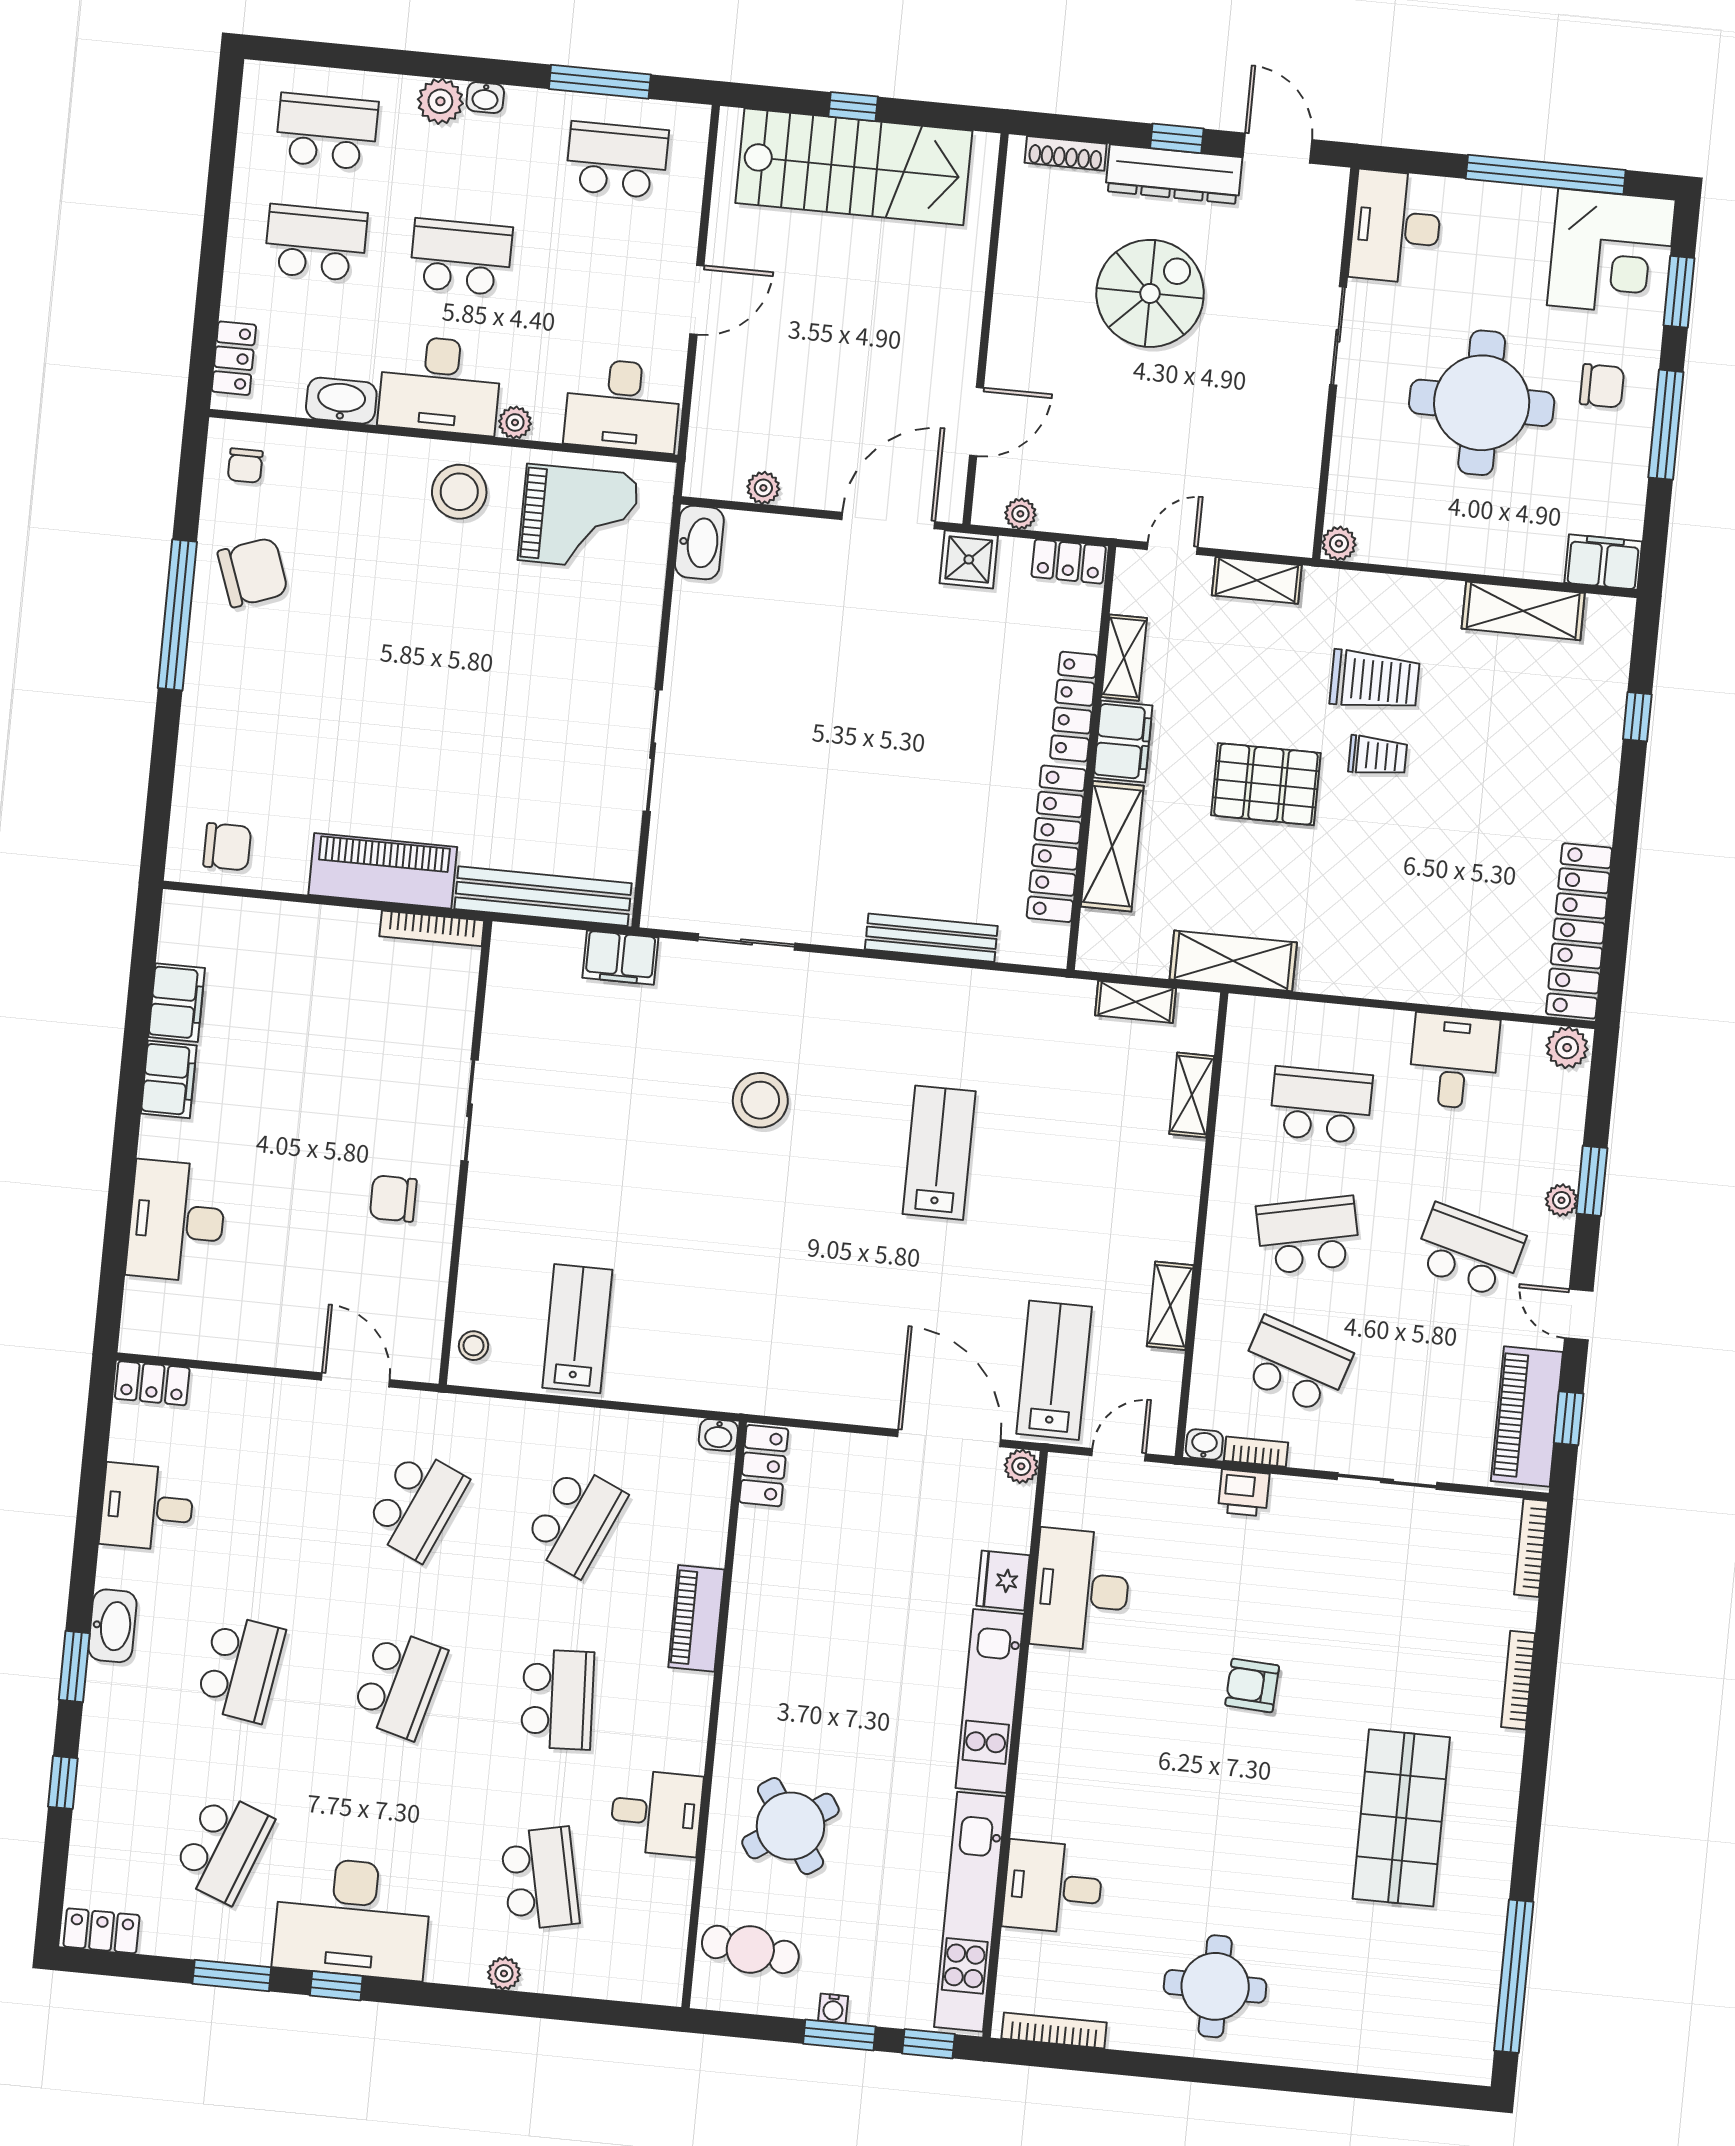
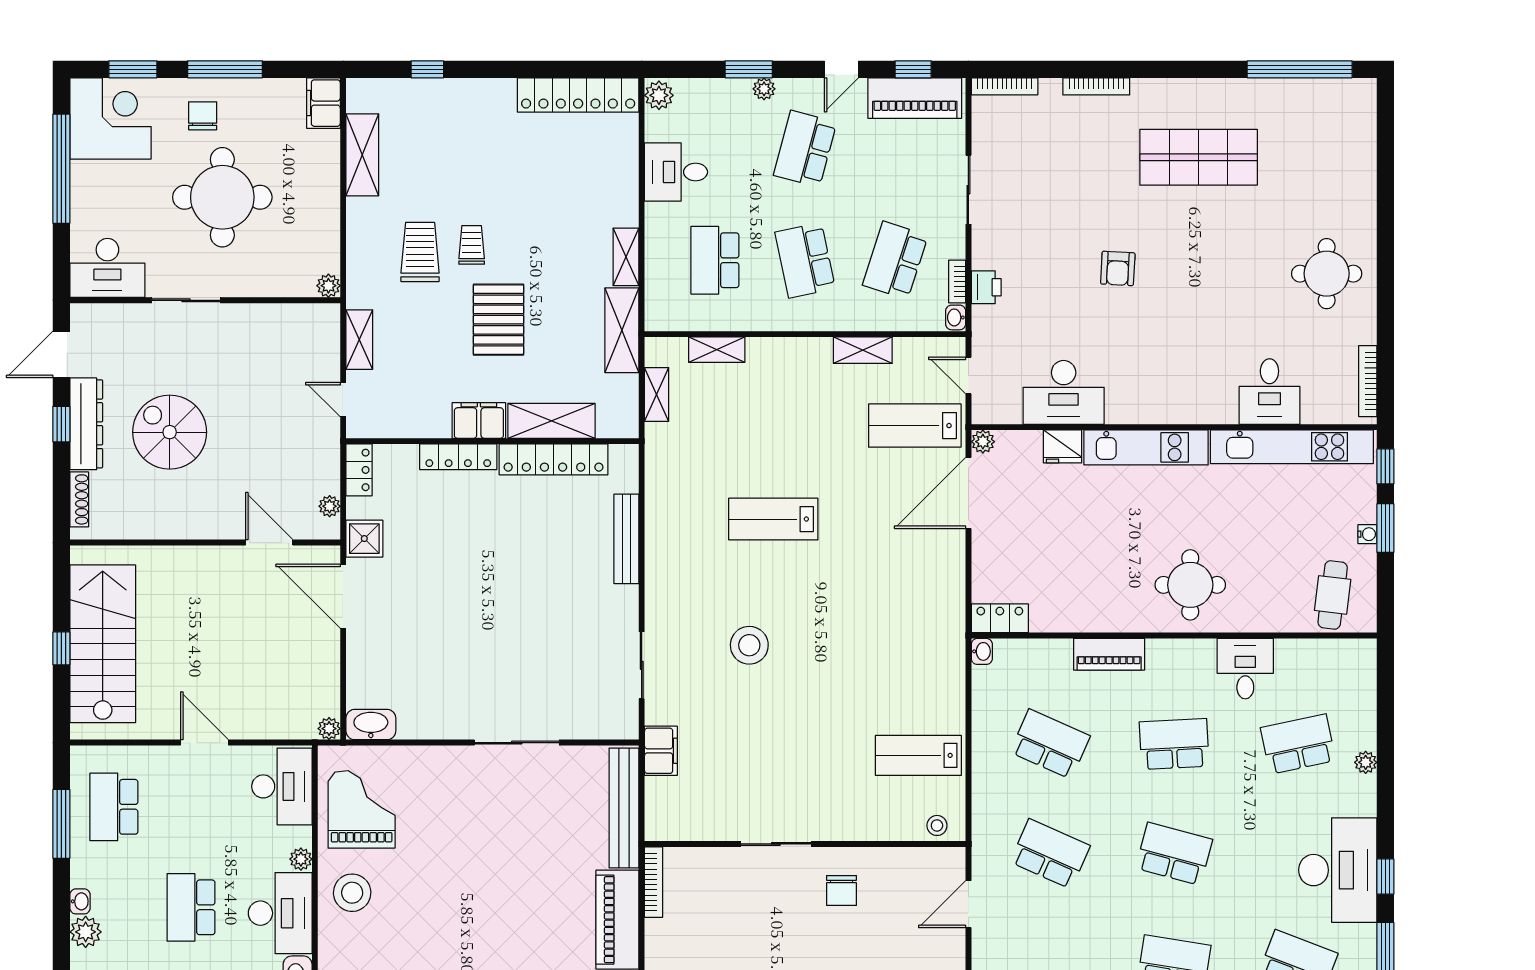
plant: (763, 488) -> (329, 729), moved
shelving: (1124, 658) -> (626, 257), moved, turned 90
round table: (790, 1826) -> (1190, 585), moved, turned 34

